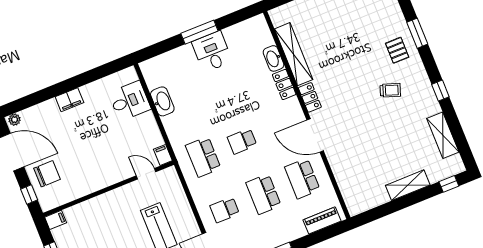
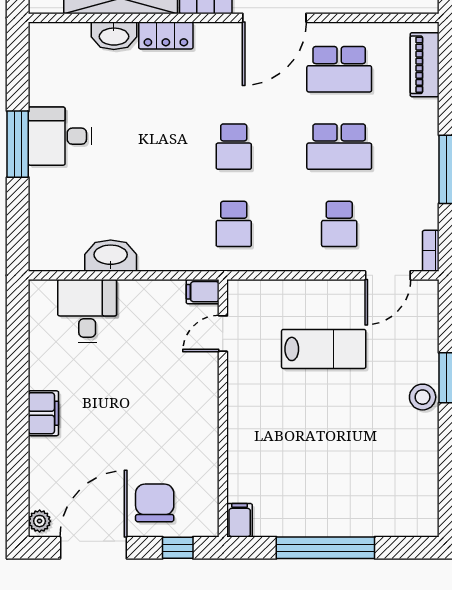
school desk: (203, 157) -> (234, 224), width x0.54

